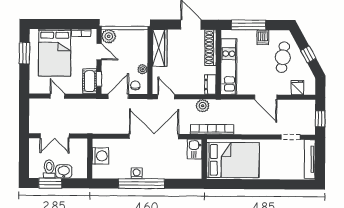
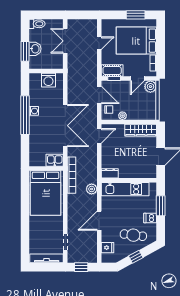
window: (249, 25) -> (161, 206), width x0.69
shoe rack: (211, 48) -> (141, 173), removed
plant: (203, 106) -> (92, 189), moved
toilet: (49, 169) -> (37, 24), moved
window: (50, 183) -> (25, 51), moved

